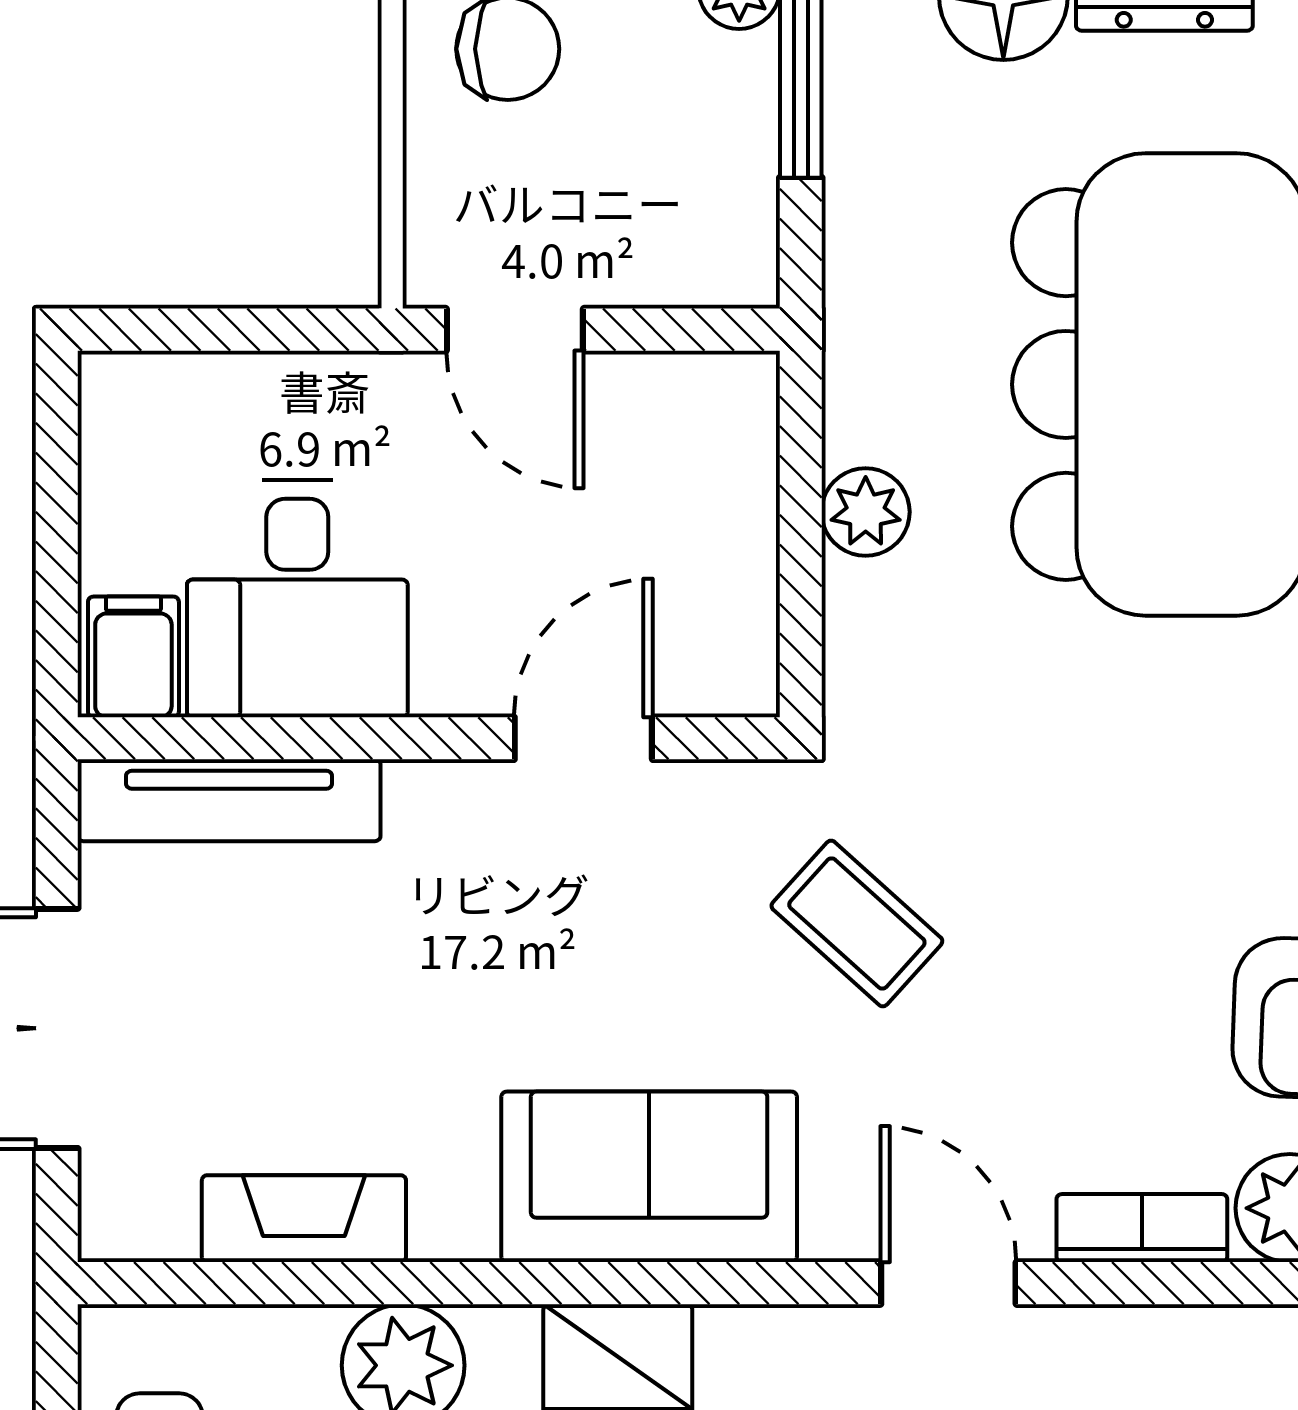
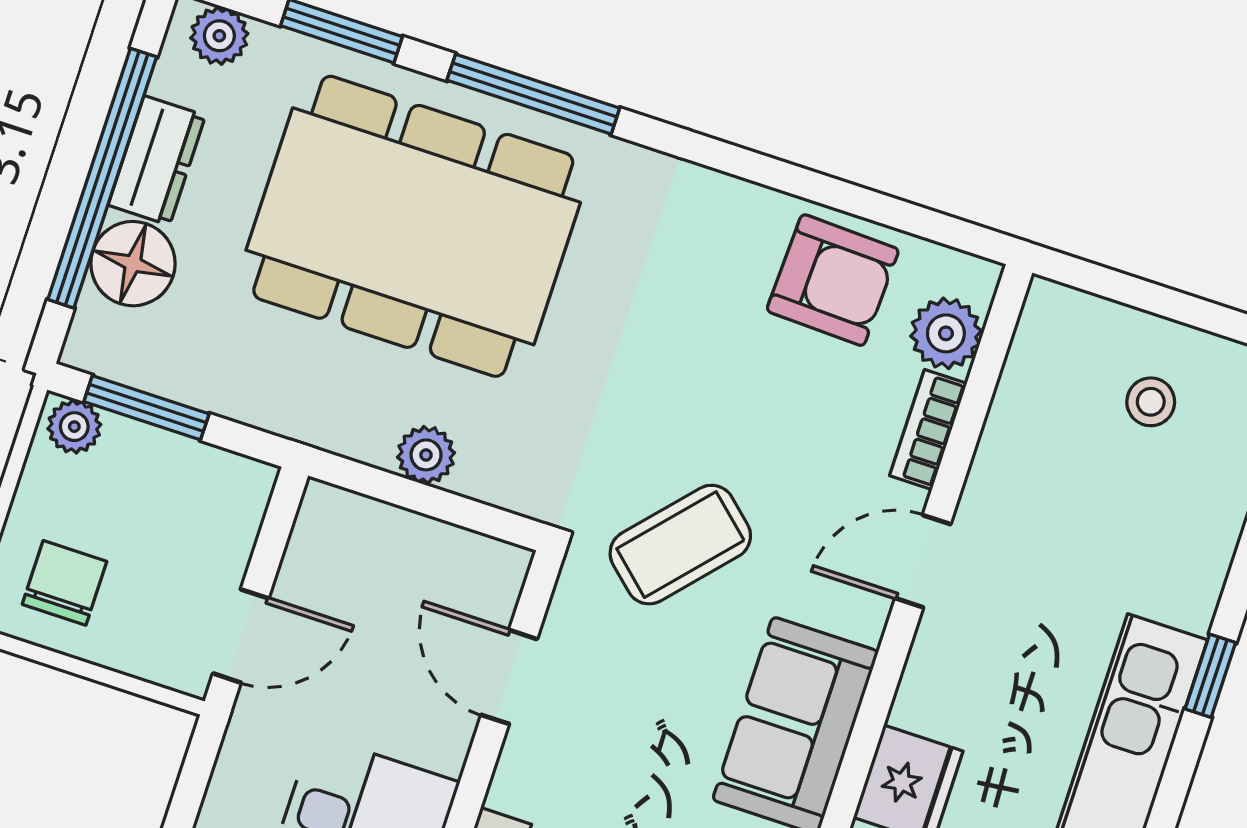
coffee table: (857, 924) -> (680, 545), width x1.36, depth x1.30

